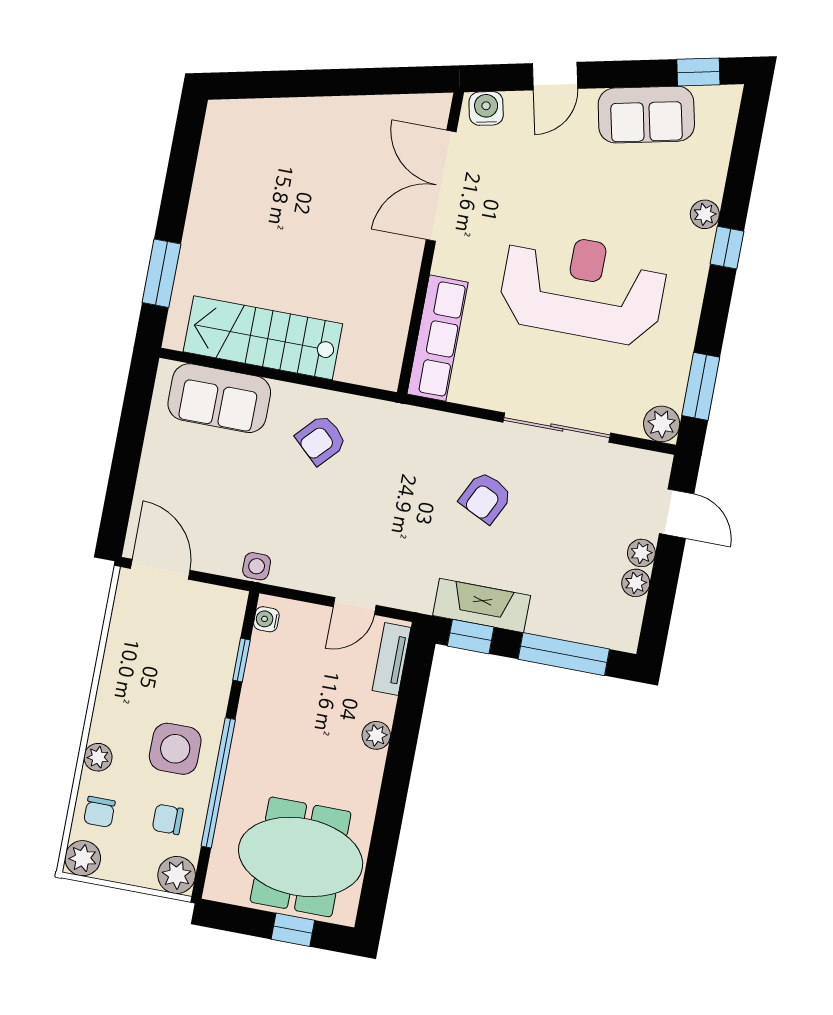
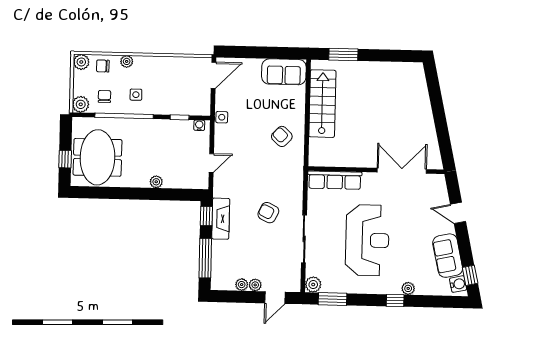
water cooler: (486, 108) -> (458, 284), moved
sofa: (219, 398) -> (284, 72), moved, turned -90
door: (355, 606) -> (211, 163), swing flipped
tv unit: (392, 659) -> (191, 183), removed
side table: (175, 749) -> (136, 95), width x0.54, depth x0.54

